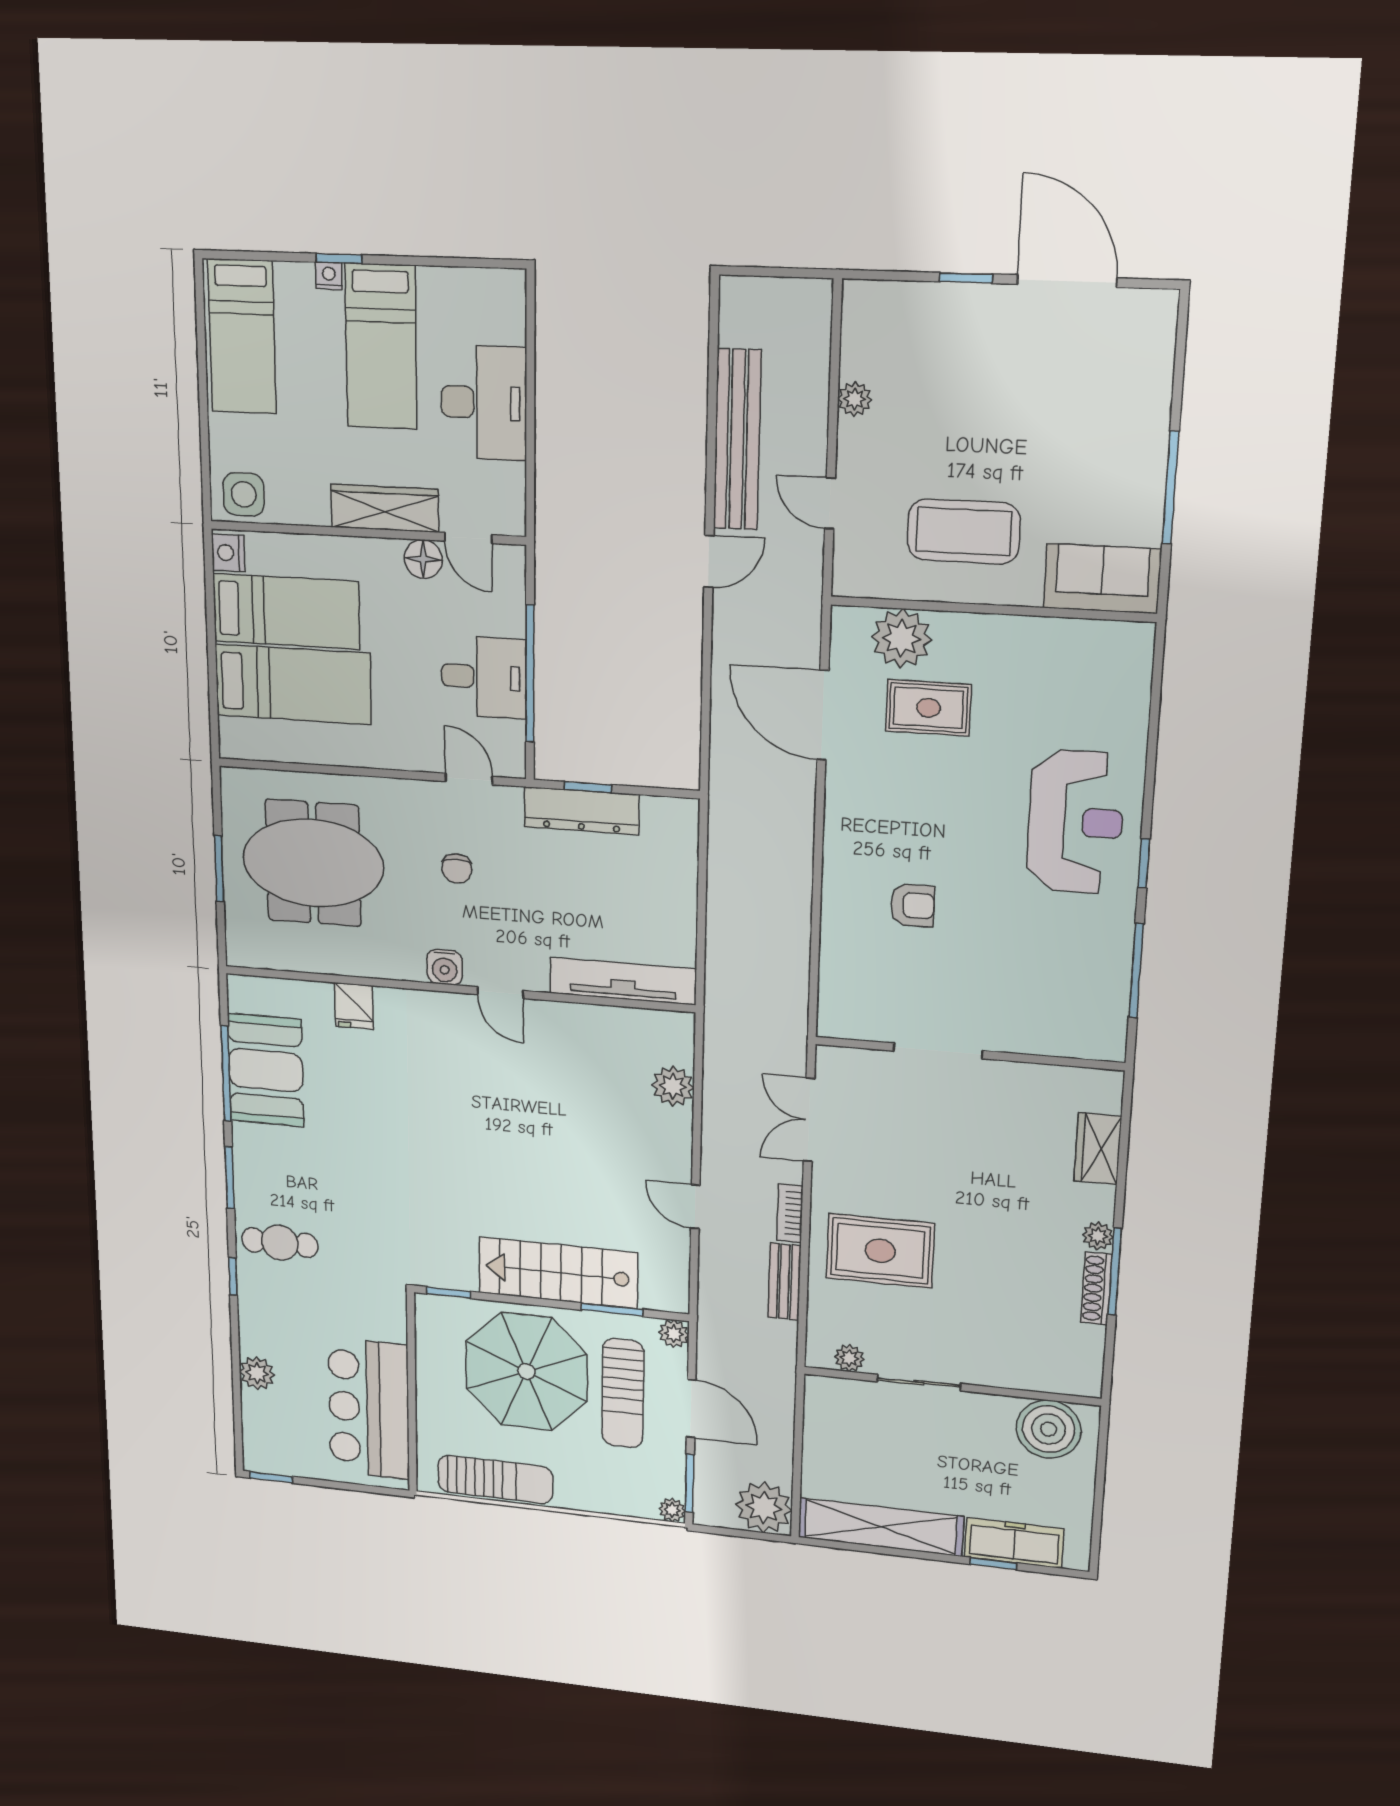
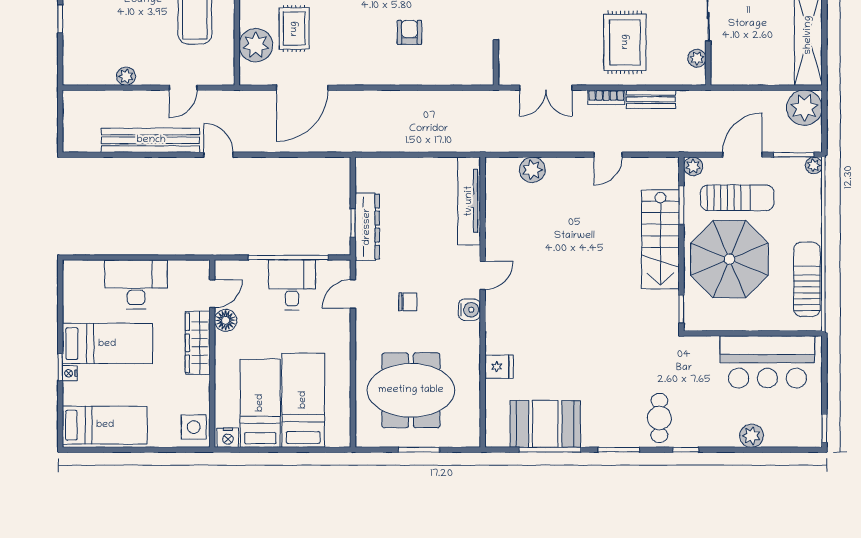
meeting table: (313, 863) -> (411, 390), turned 90

